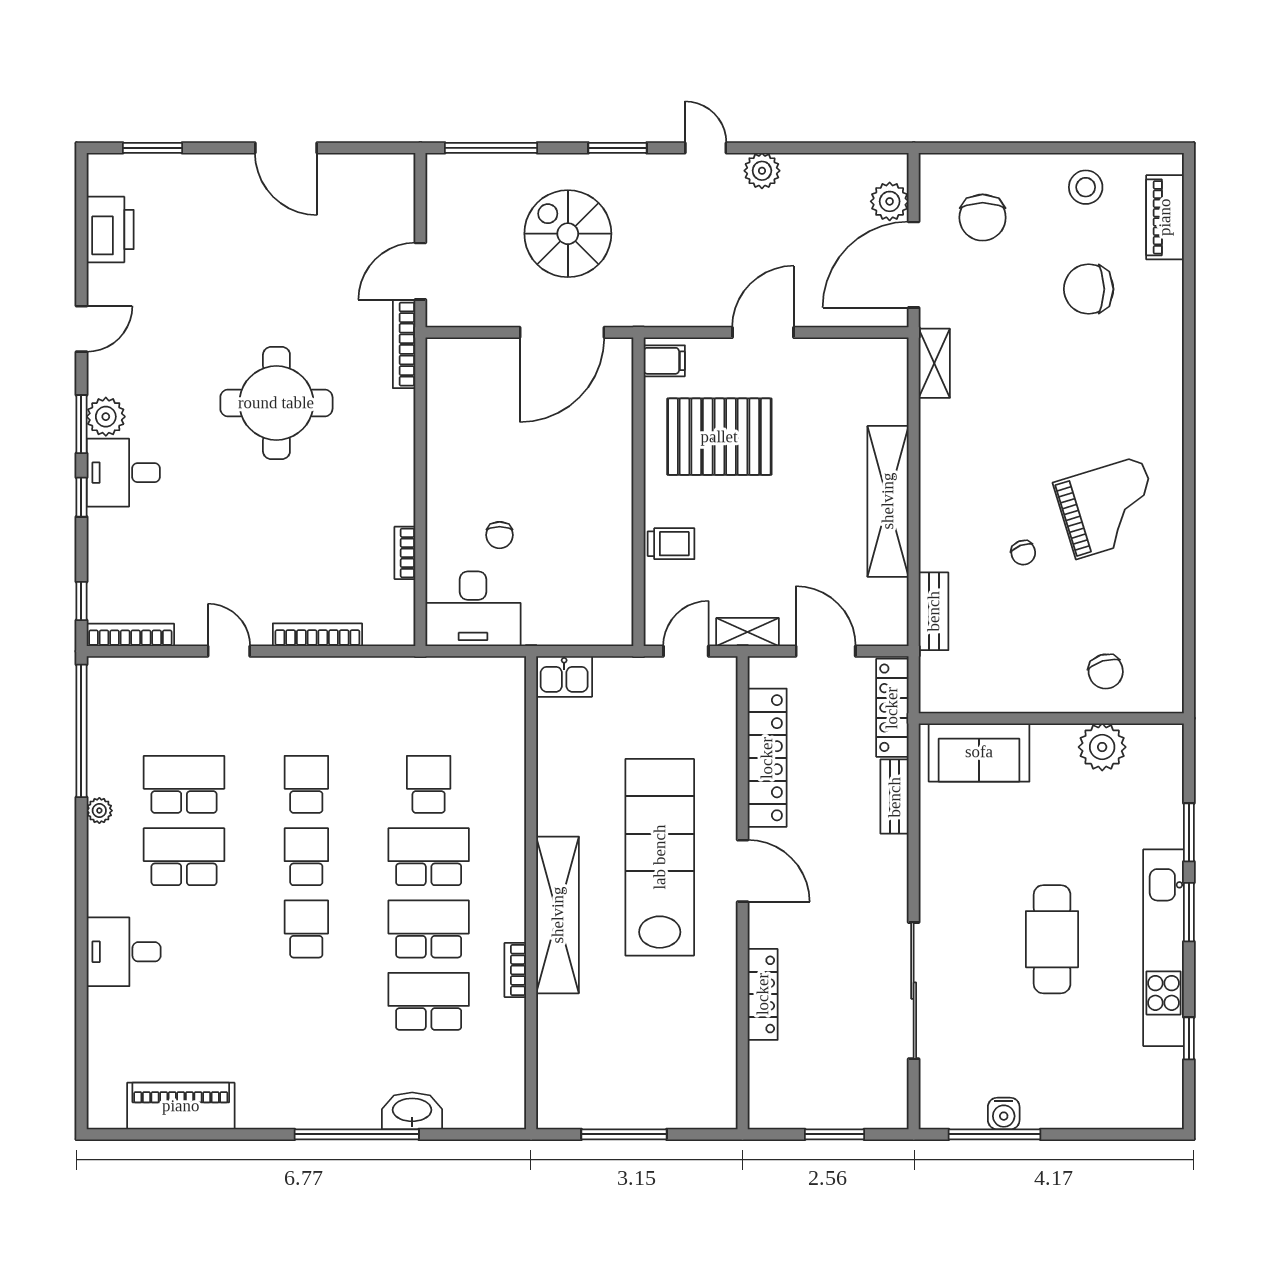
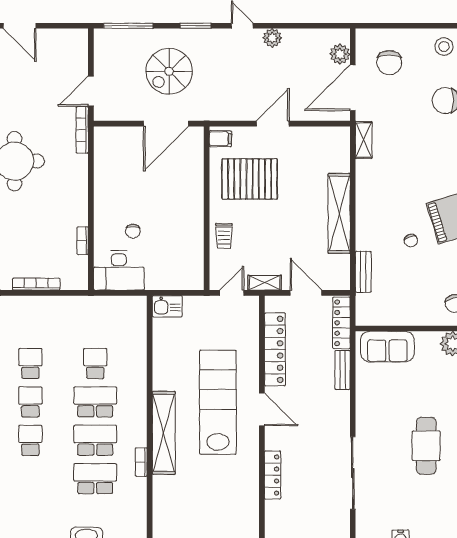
spiral stairs: (568, 234) -> (169, 71), turned -90
trolley: (671, 544) -> (224, 236), turned 90

